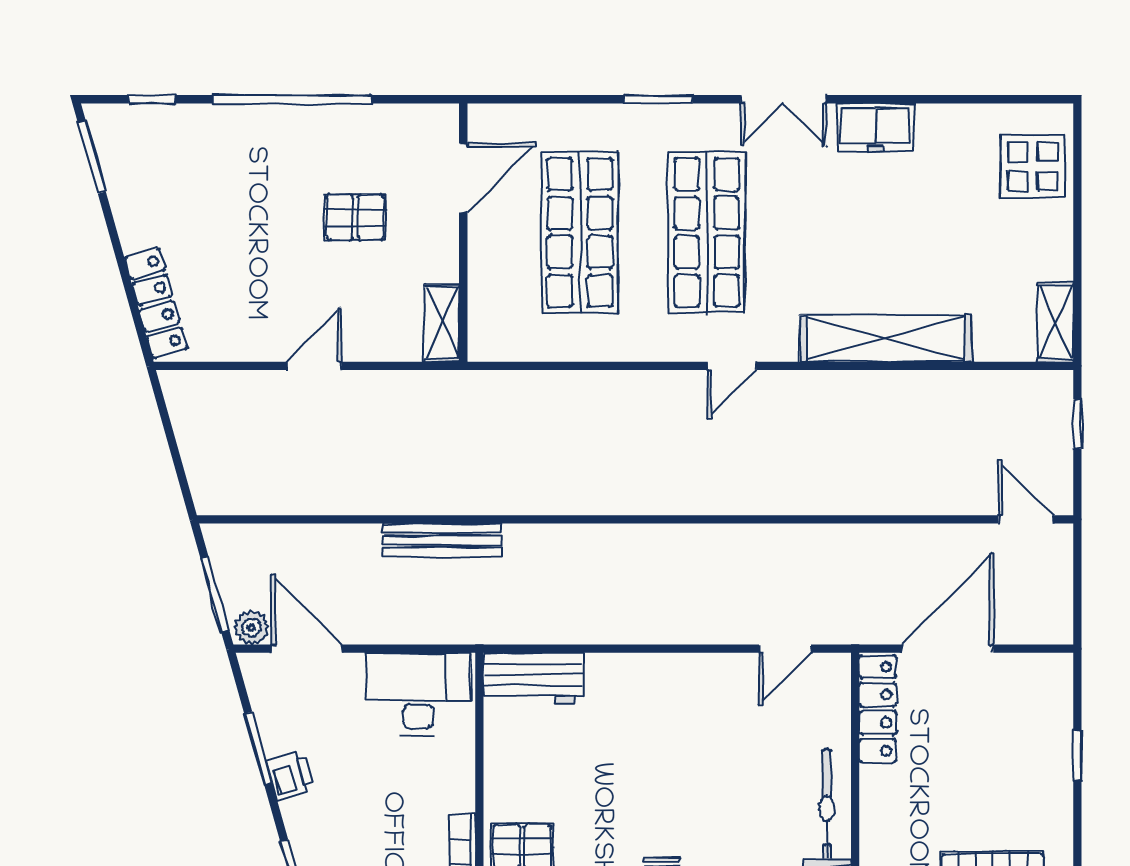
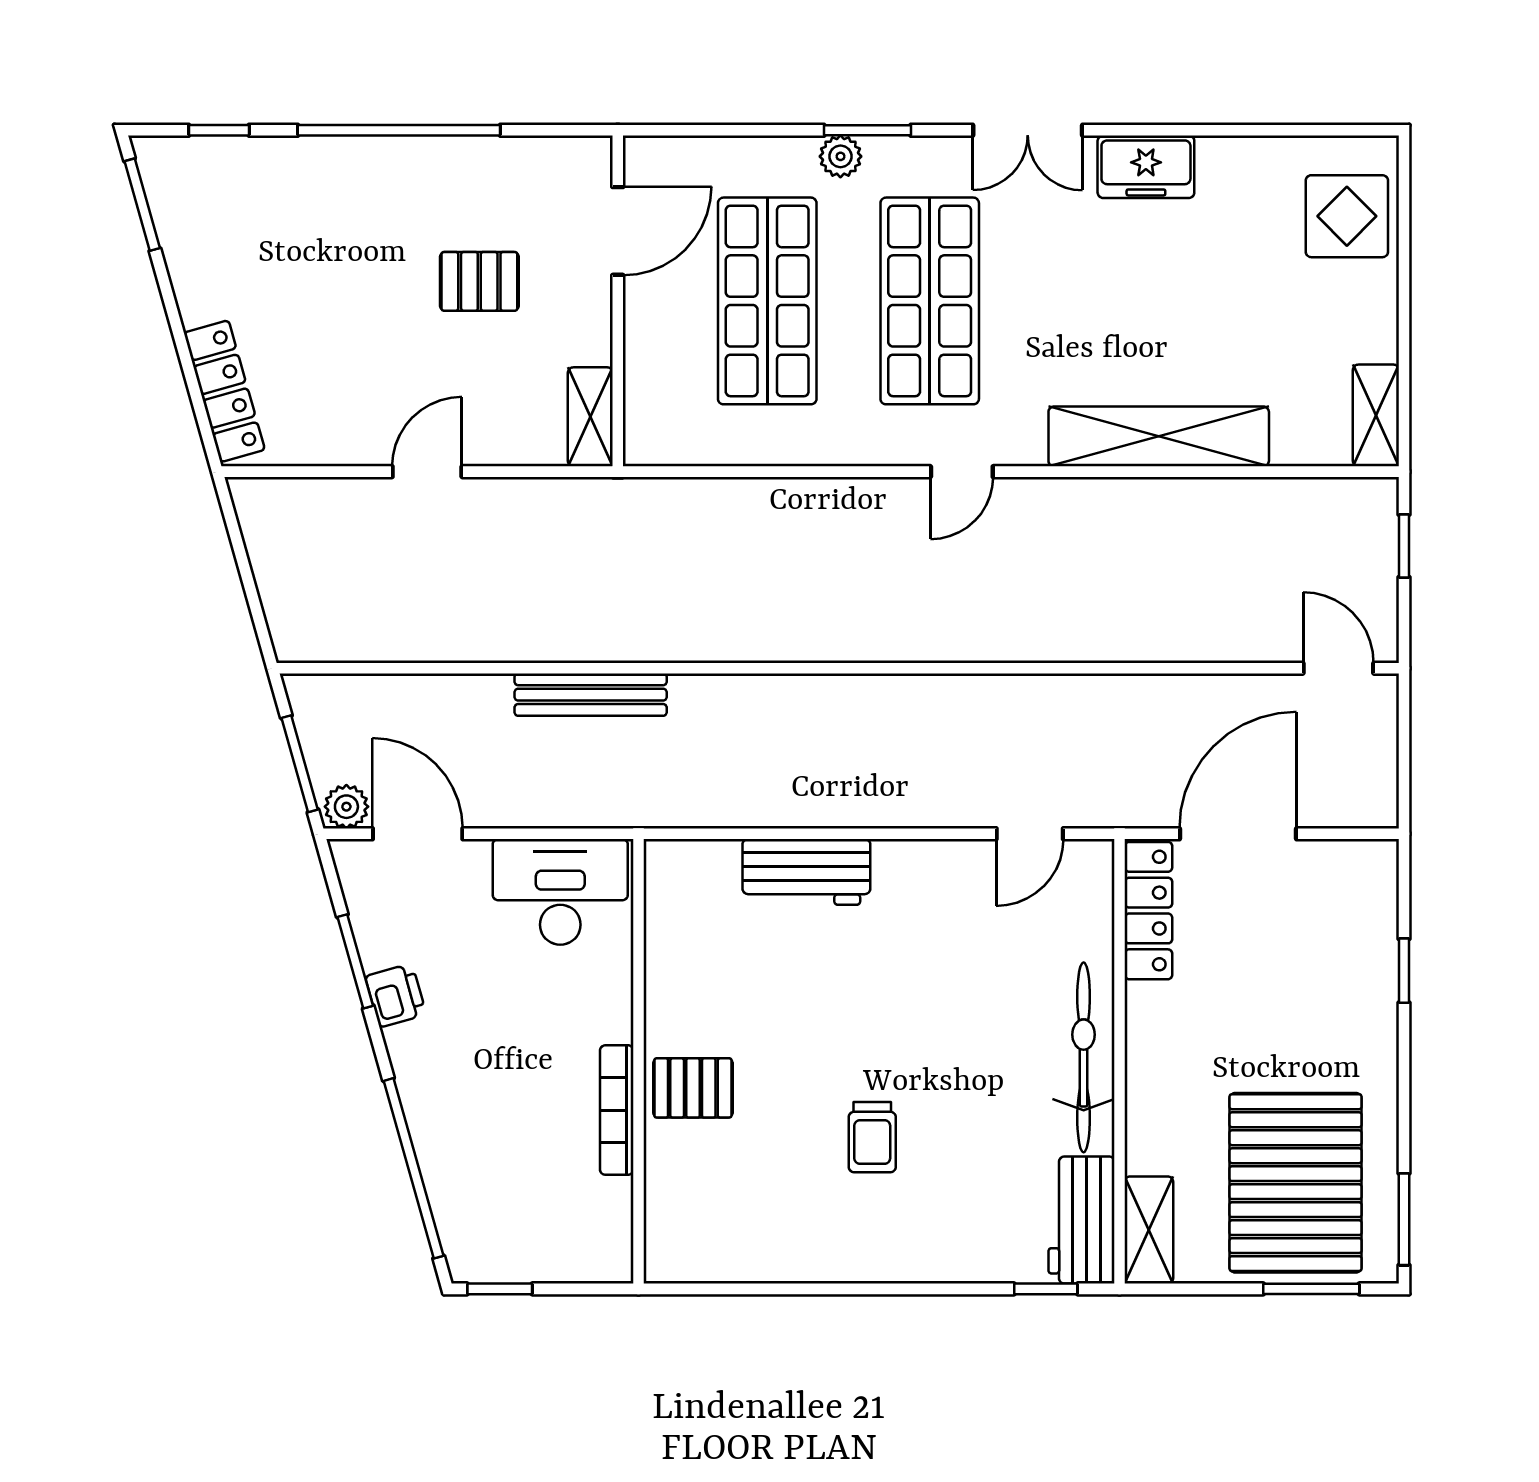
plant: (637, 120) -> (840, 156), added
workbench: (533, 678) -> (806, 872), moved

